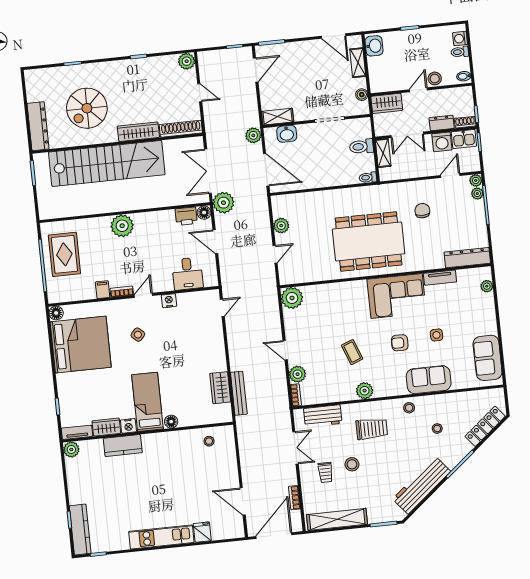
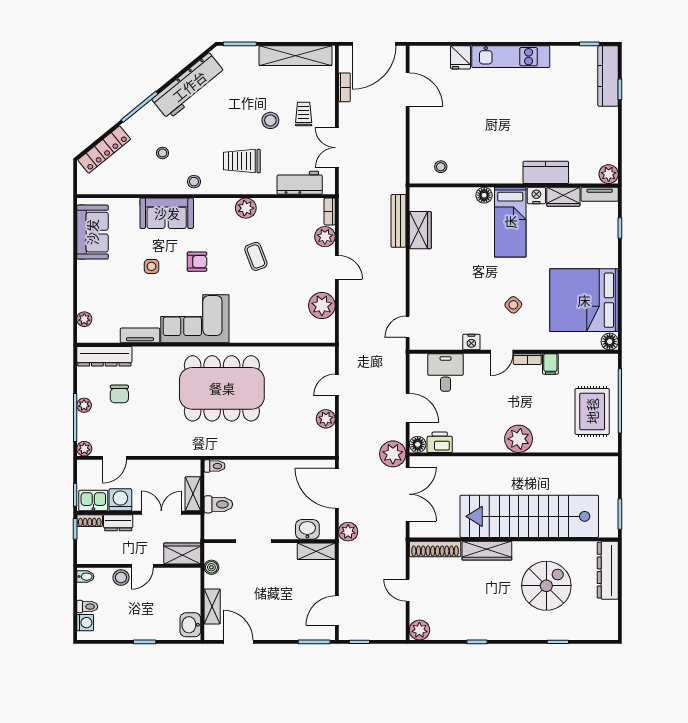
plant: (477, 194) -> (84, 405), moved
chair: (422, 211) -> (119, 394), moved
plant: (292, 298) -> (322, 306), moved

